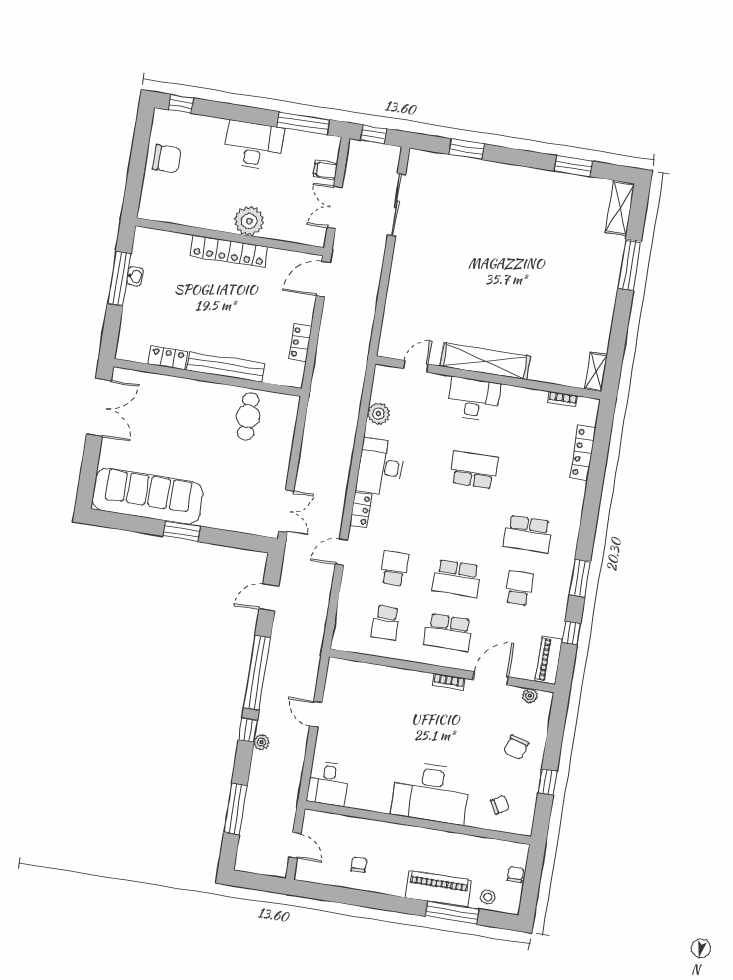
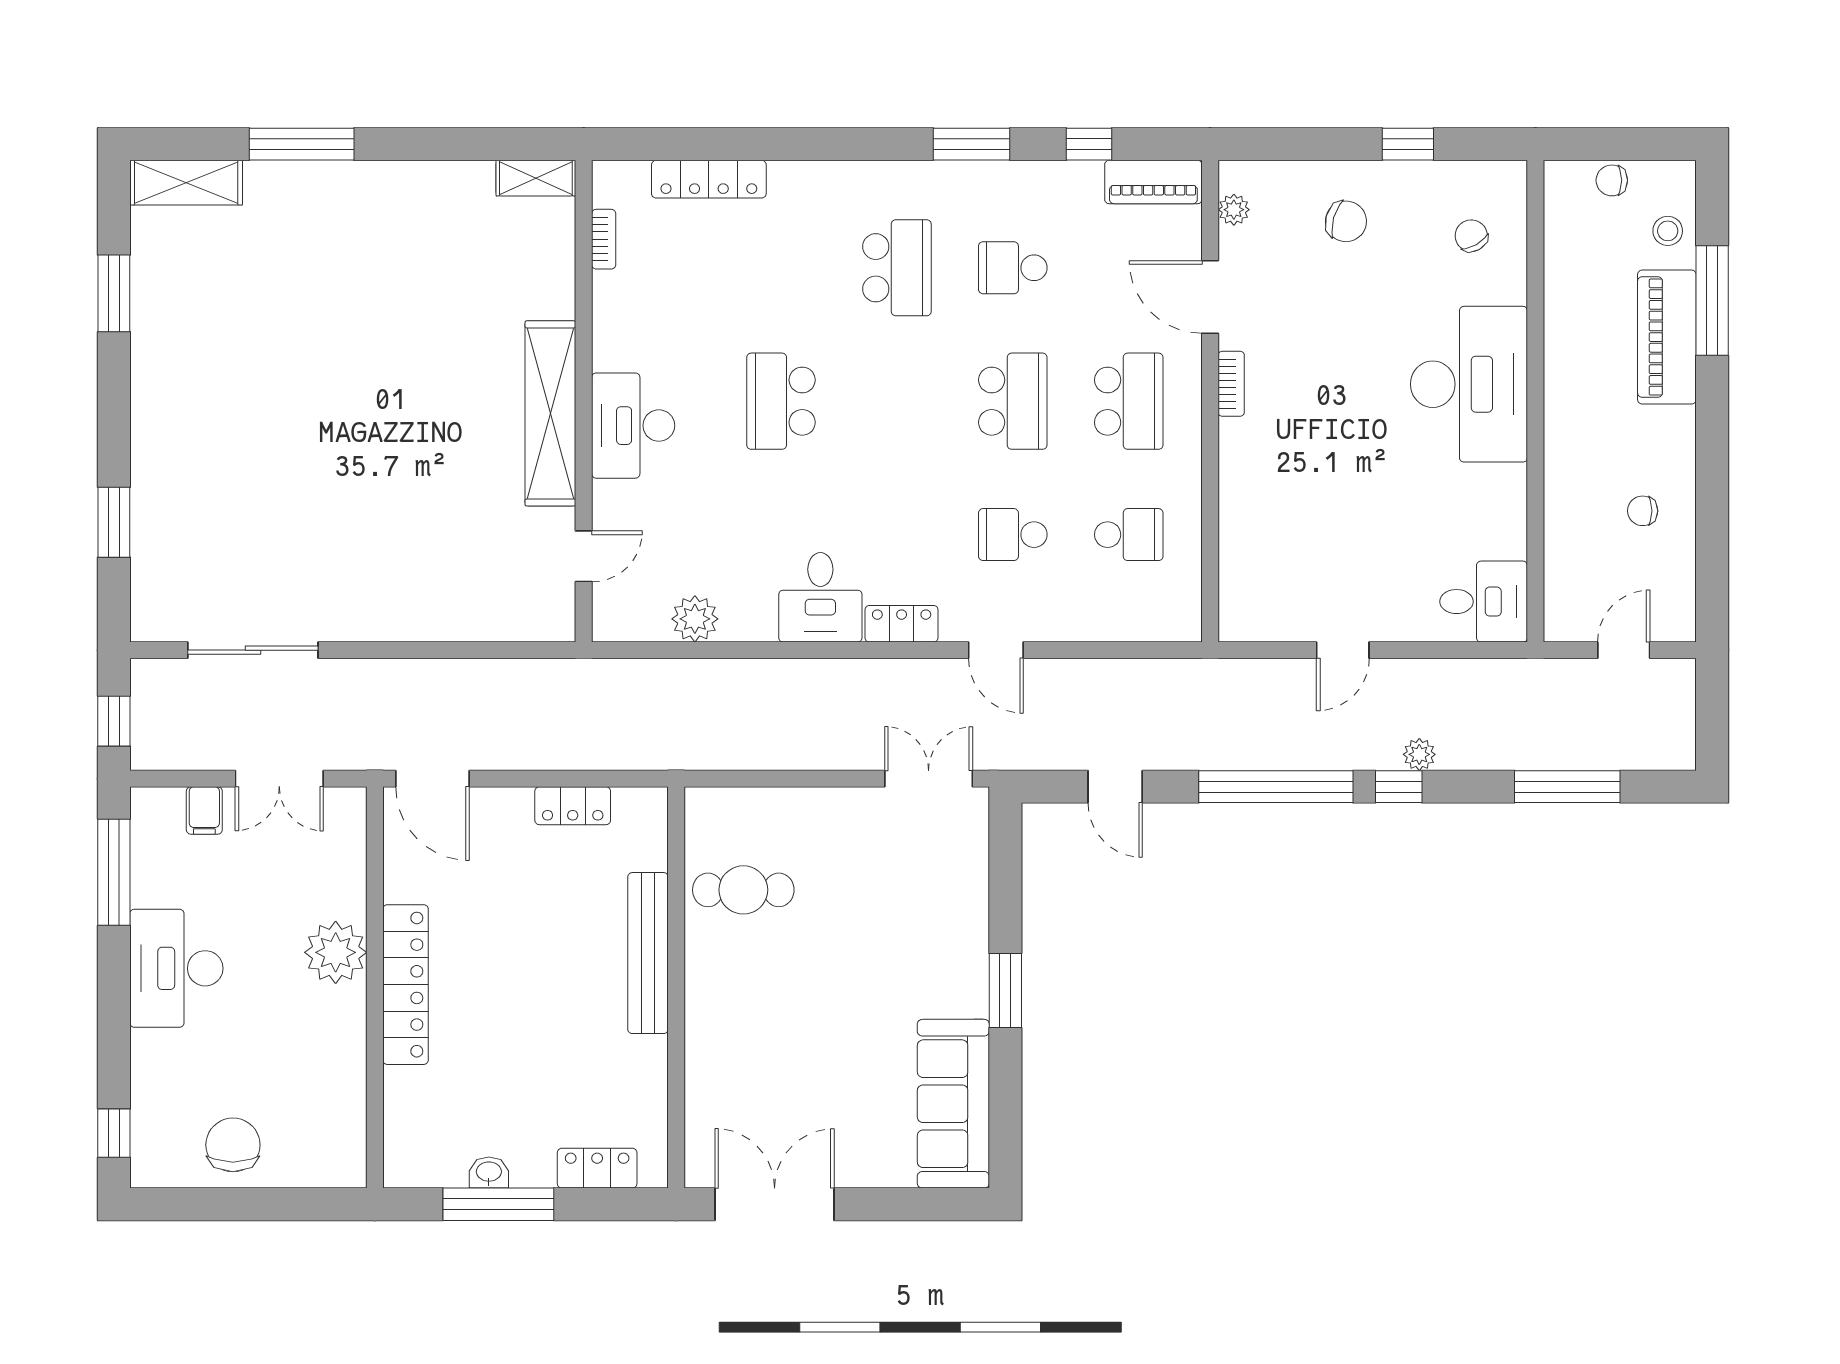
locker: (168, 358) -> (597, 1168), moved, turned 90
door: (416, 366) -> (584, 556), swing flipped
desk: (380, 467) -> (820, 597), width x0.73
sofa: (148, 496) -> (953, 1104), width x0.74, depth x0.79

